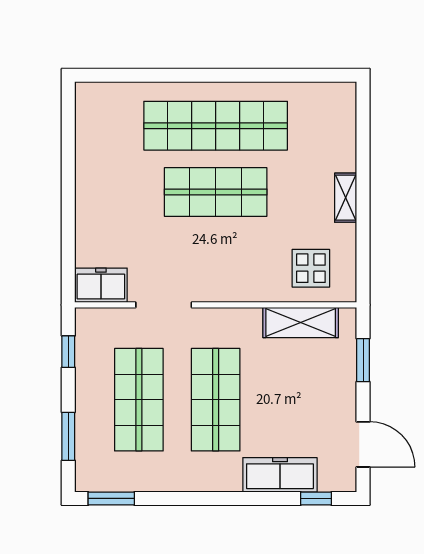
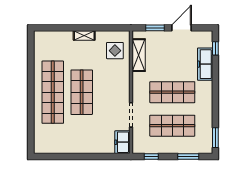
door: (363, 444) -> (182, 28), moved

